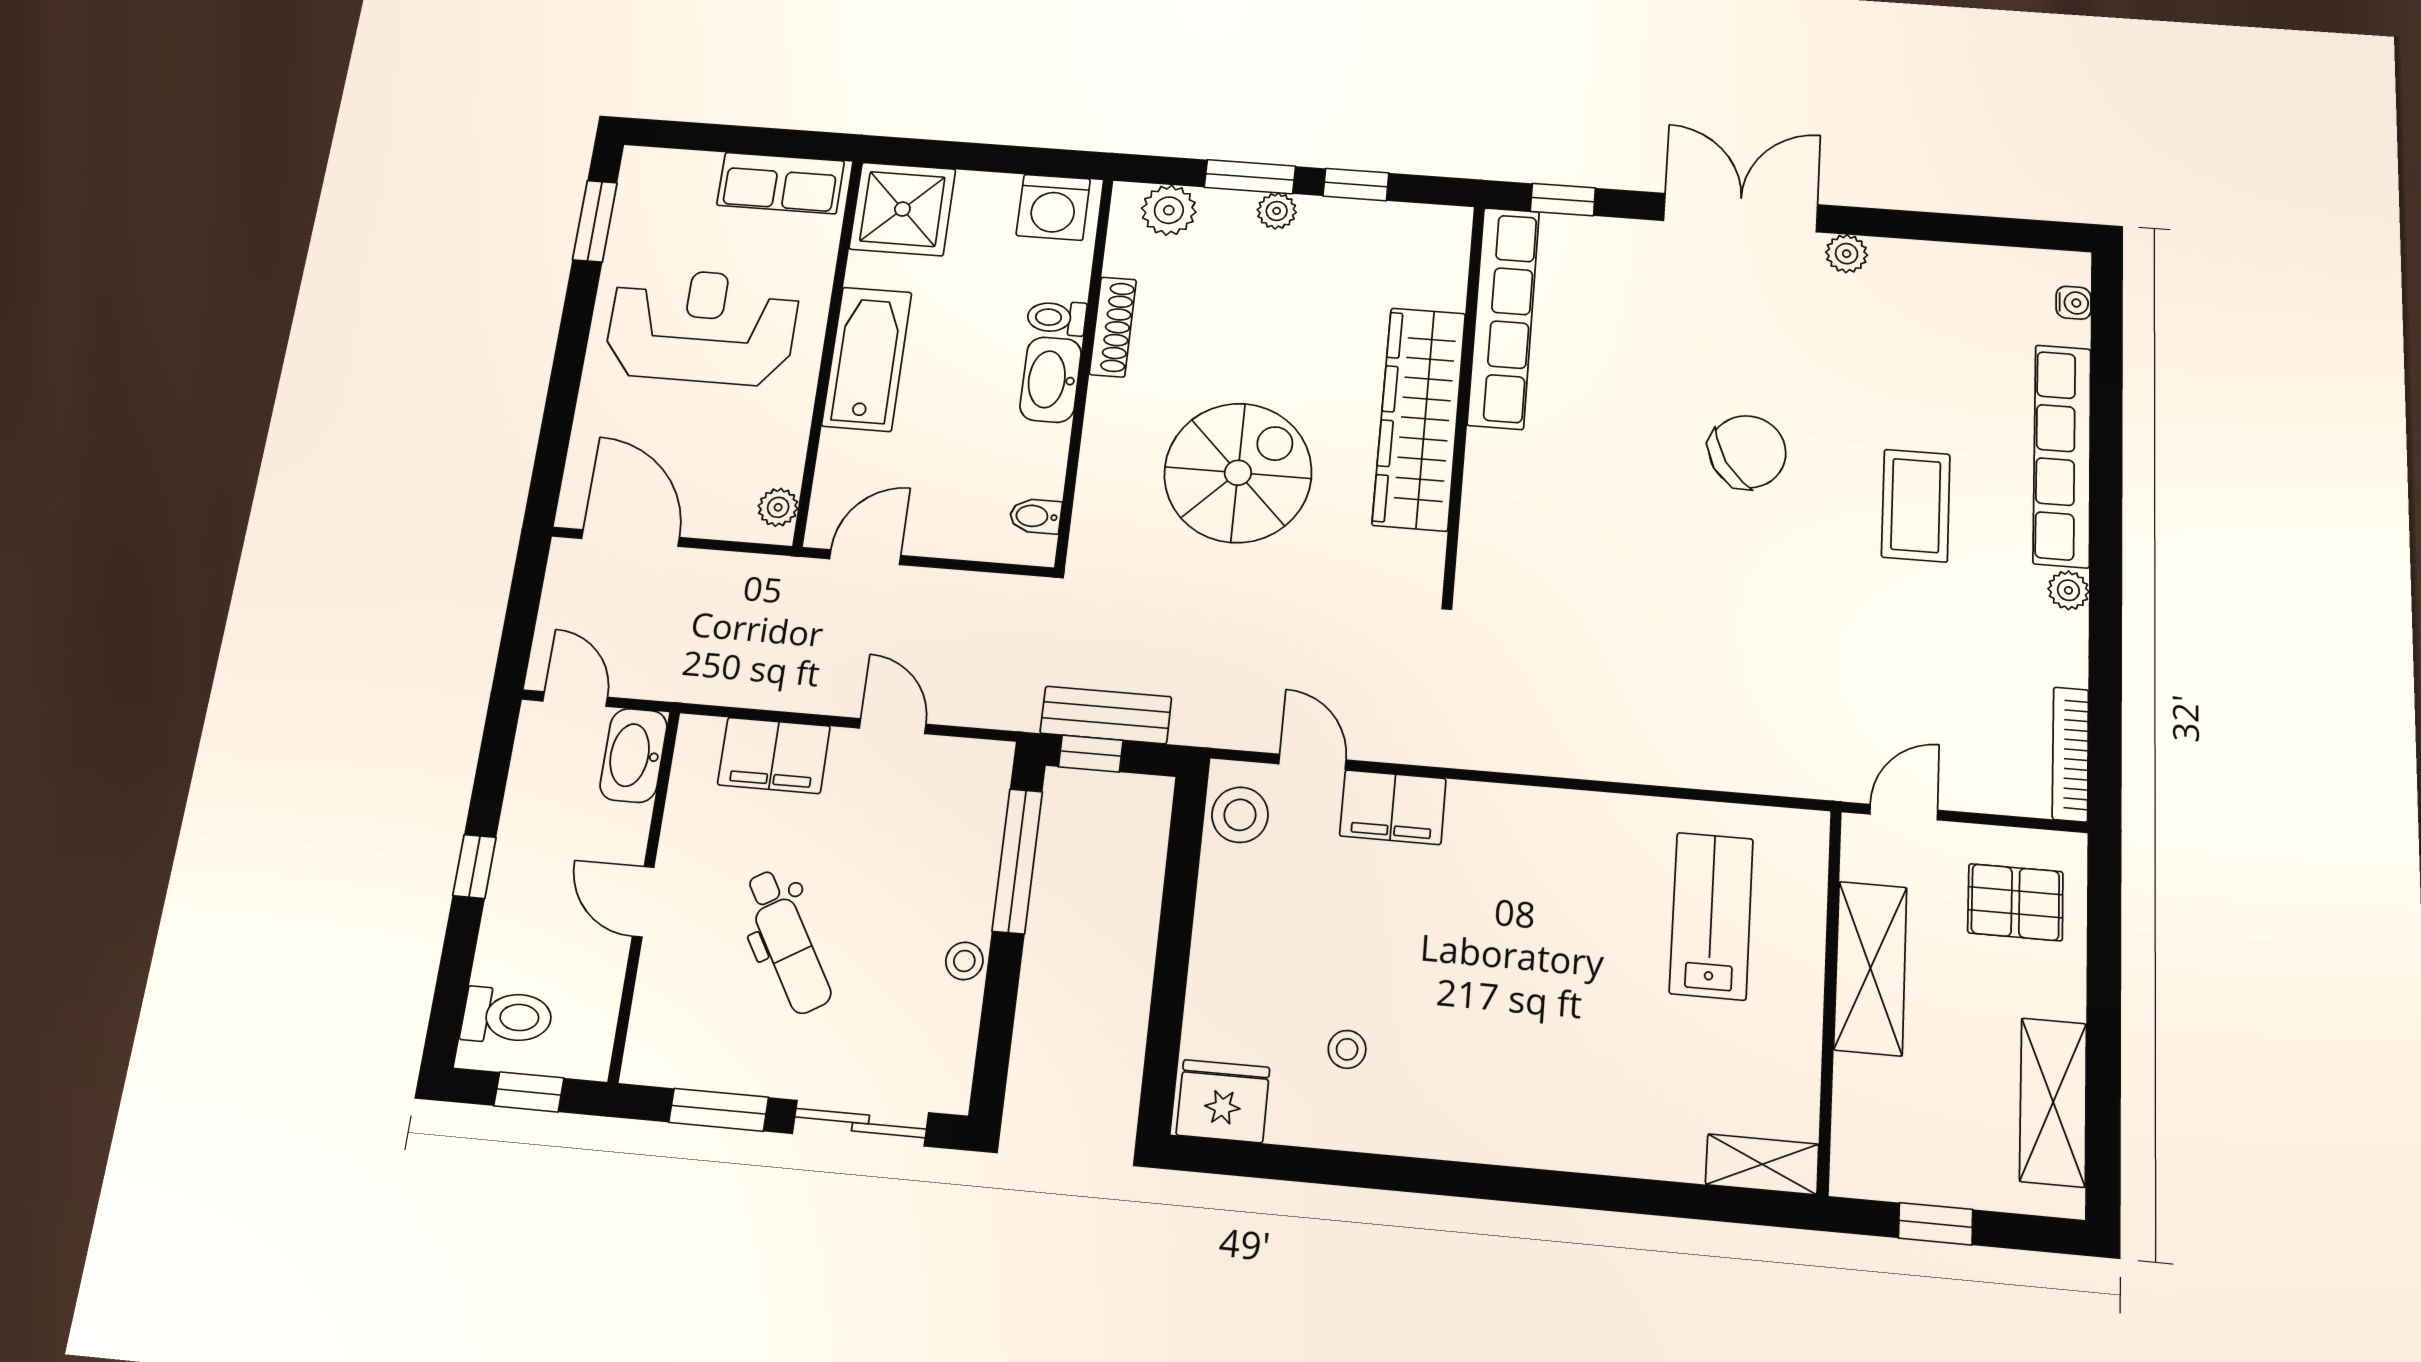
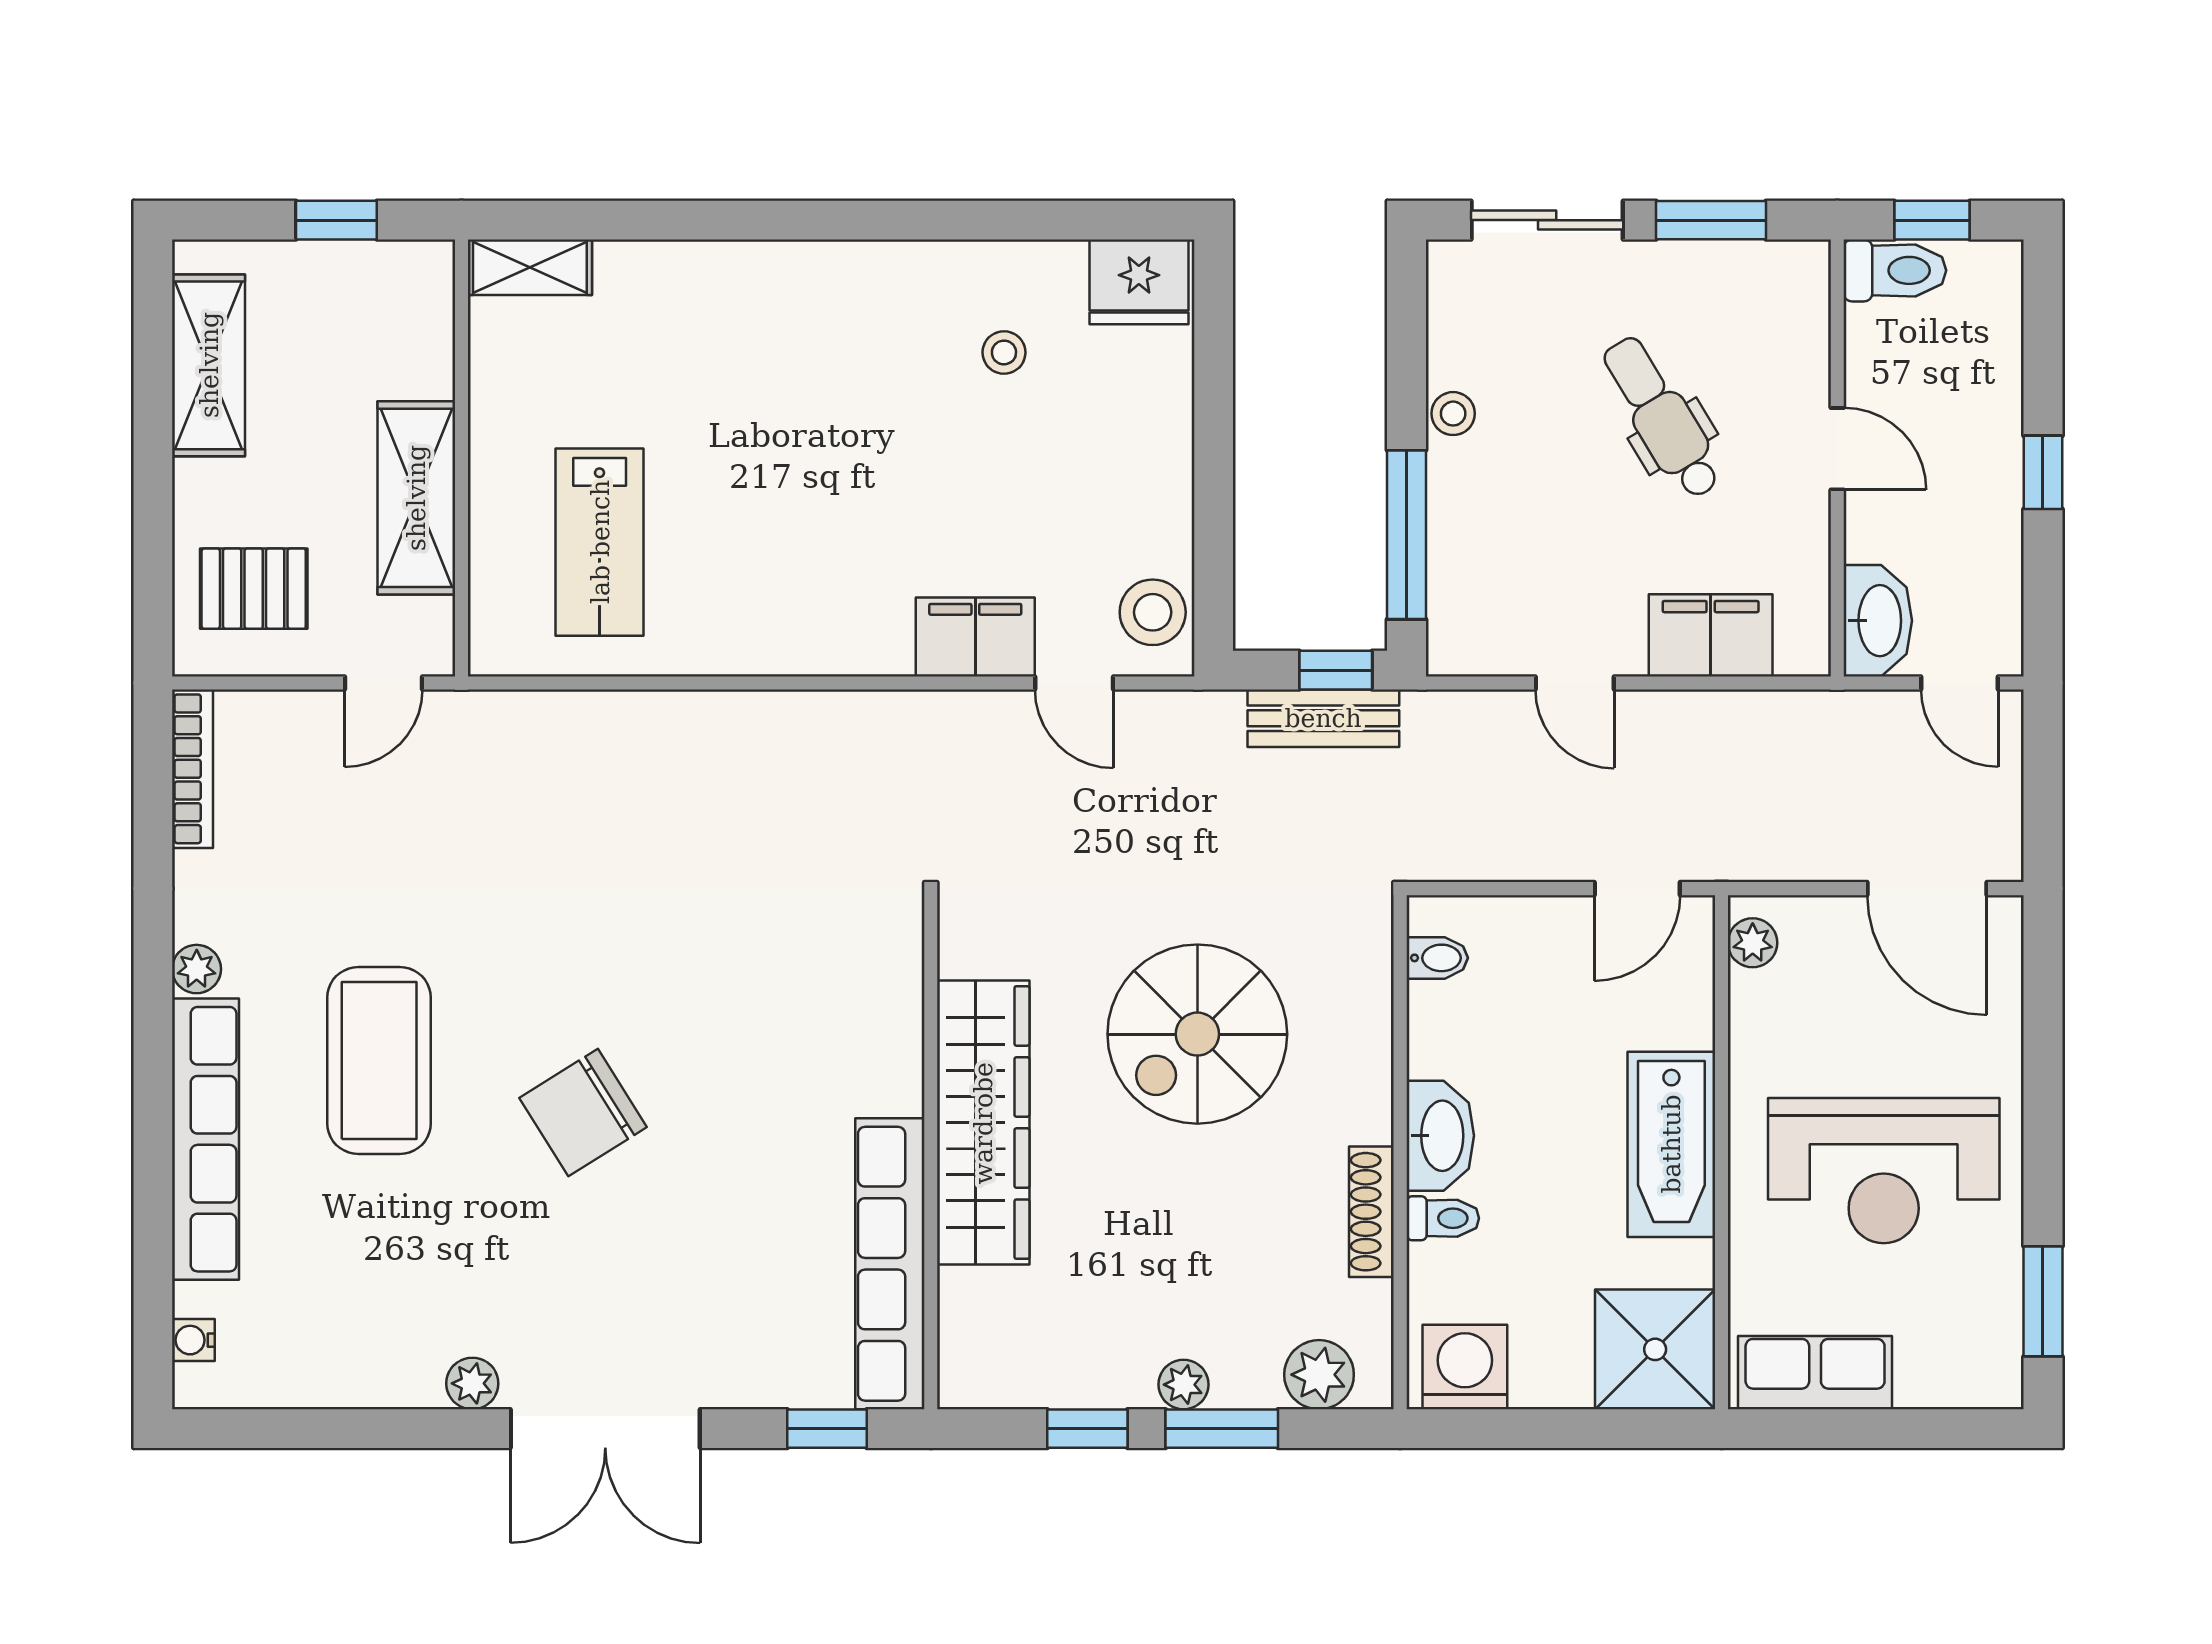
coffee table: (1916, 505) -> (379, 1060), width x1.36, depth x1.32
toilet: (507, 1016) -> (1895, 270), moved, turned 180

